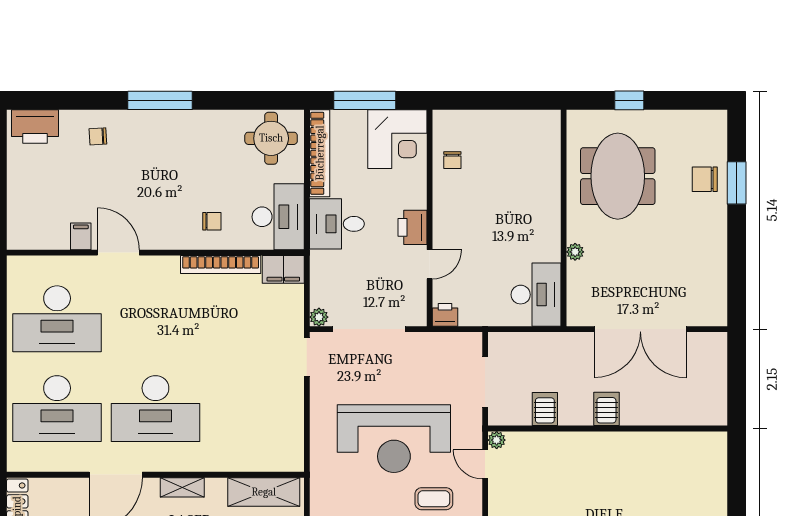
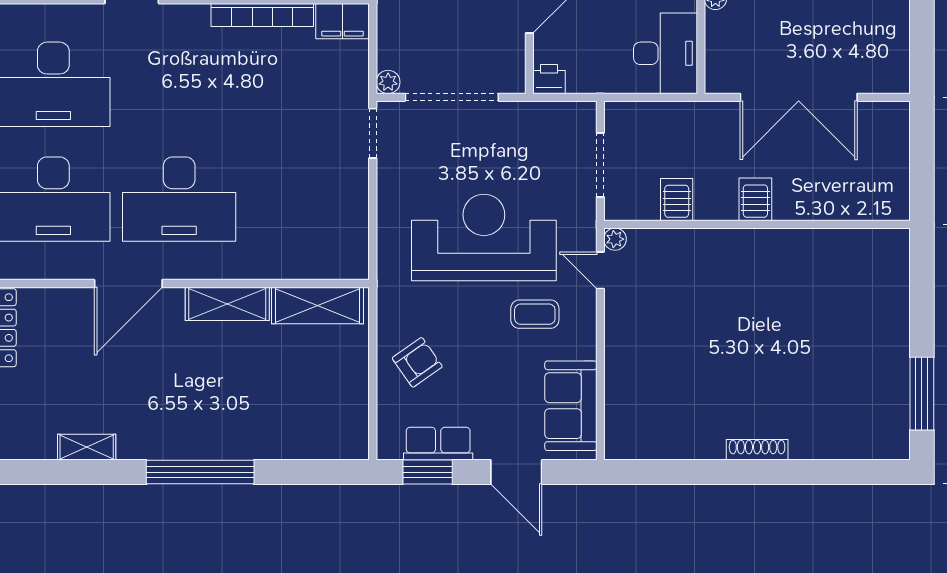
reception desk: (394, 439) -> (484, 237), turned 180
shelving: (182, 487) -> (227, 304), width x1.50, depth x1.33

